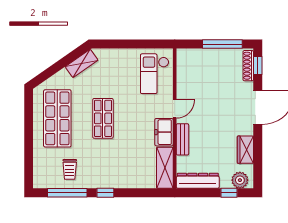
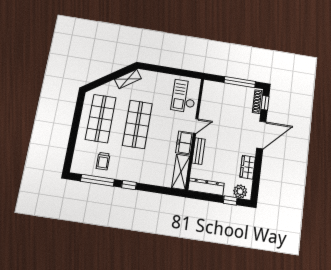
shop shelf: (103, 118) -> (137, 124), width x1.43, depth x1.36

